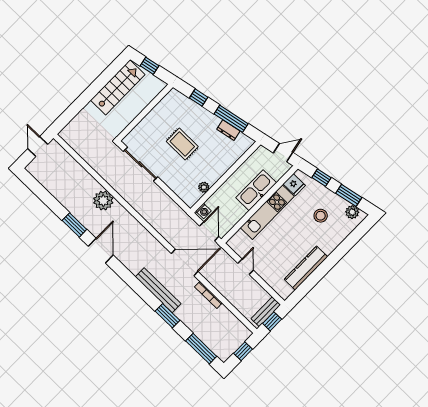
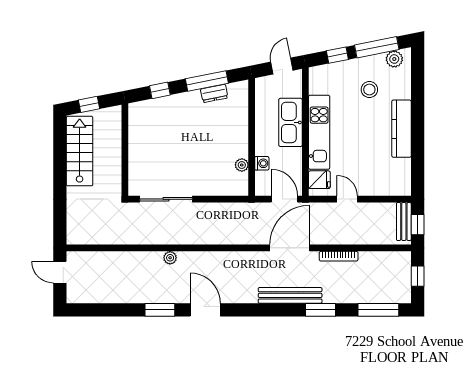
rug: (182, 144) -> (185, 145), removed
fridge: (294, 185) -> (319, 180), moved
window: (349, 195) -> (377, 47), width x1.44
plant: (103, 201) -> (170, 258), width x0.53, depth x0.53
washing machine: (203, 211) -> (262, 163), moved
kitchen counter: (306, 268) -> (401, 129), moved

